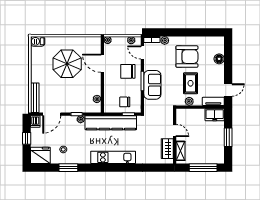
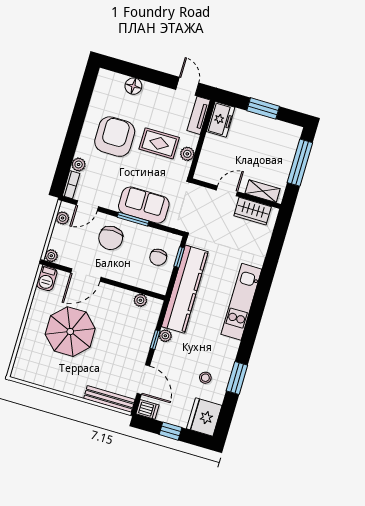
barbecue: (38, 41) -> (47, 278), moved

